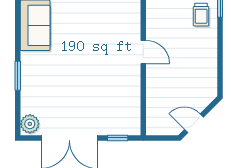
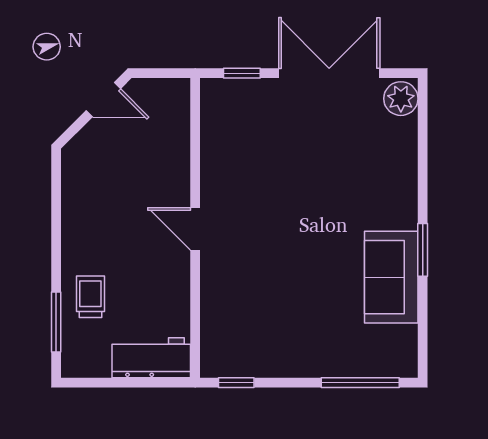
window: (18, 76) -> (423, 250), moved

